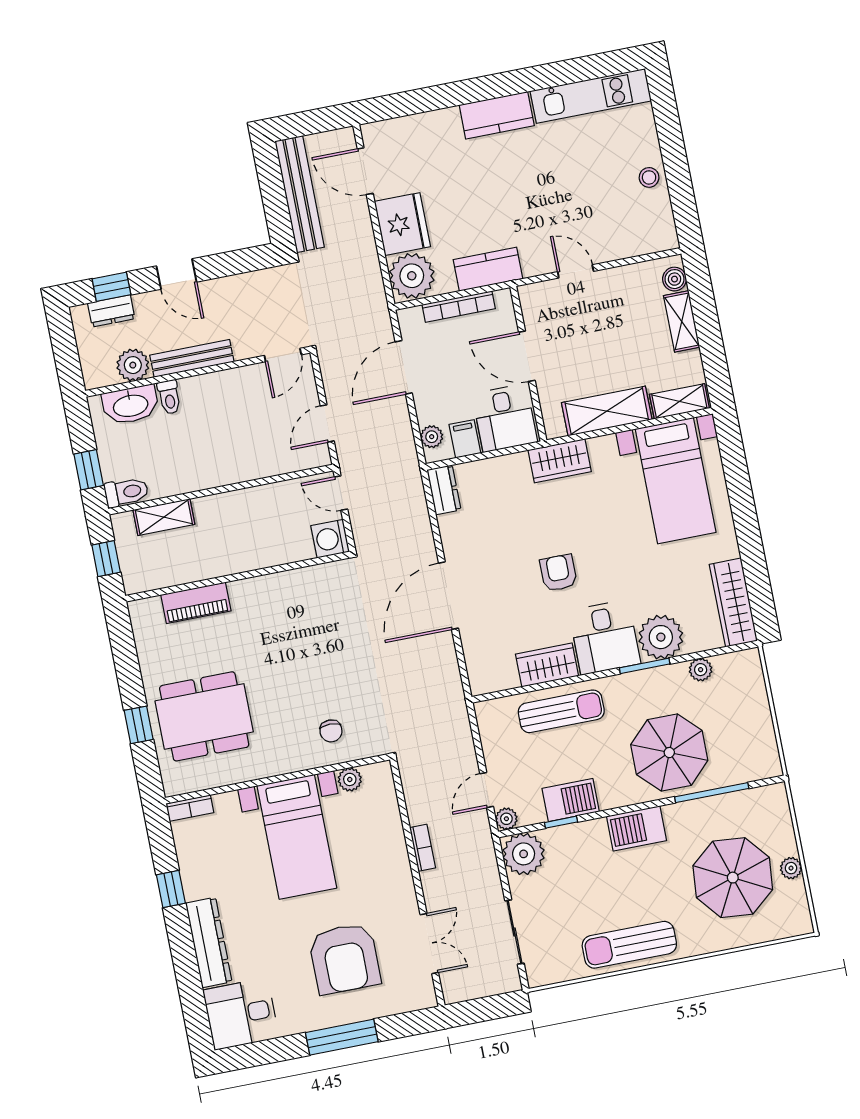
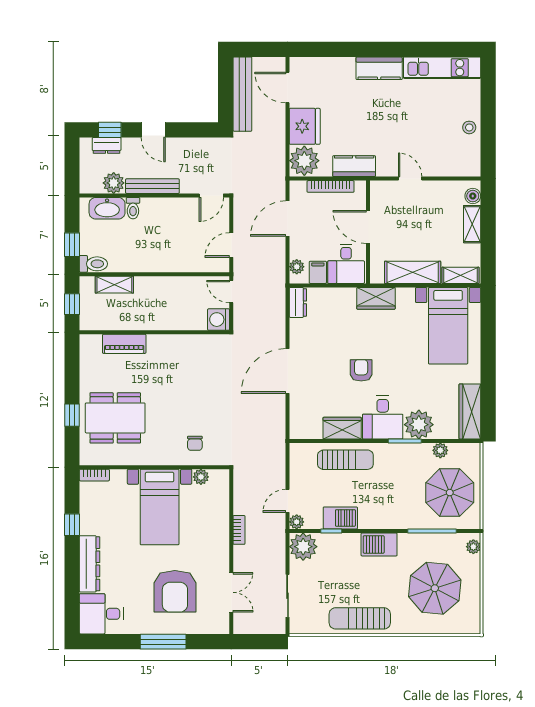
parasol: (669, 753) -> (450, 493), moved
plant: (791, 868) -> (473, 547), moved

